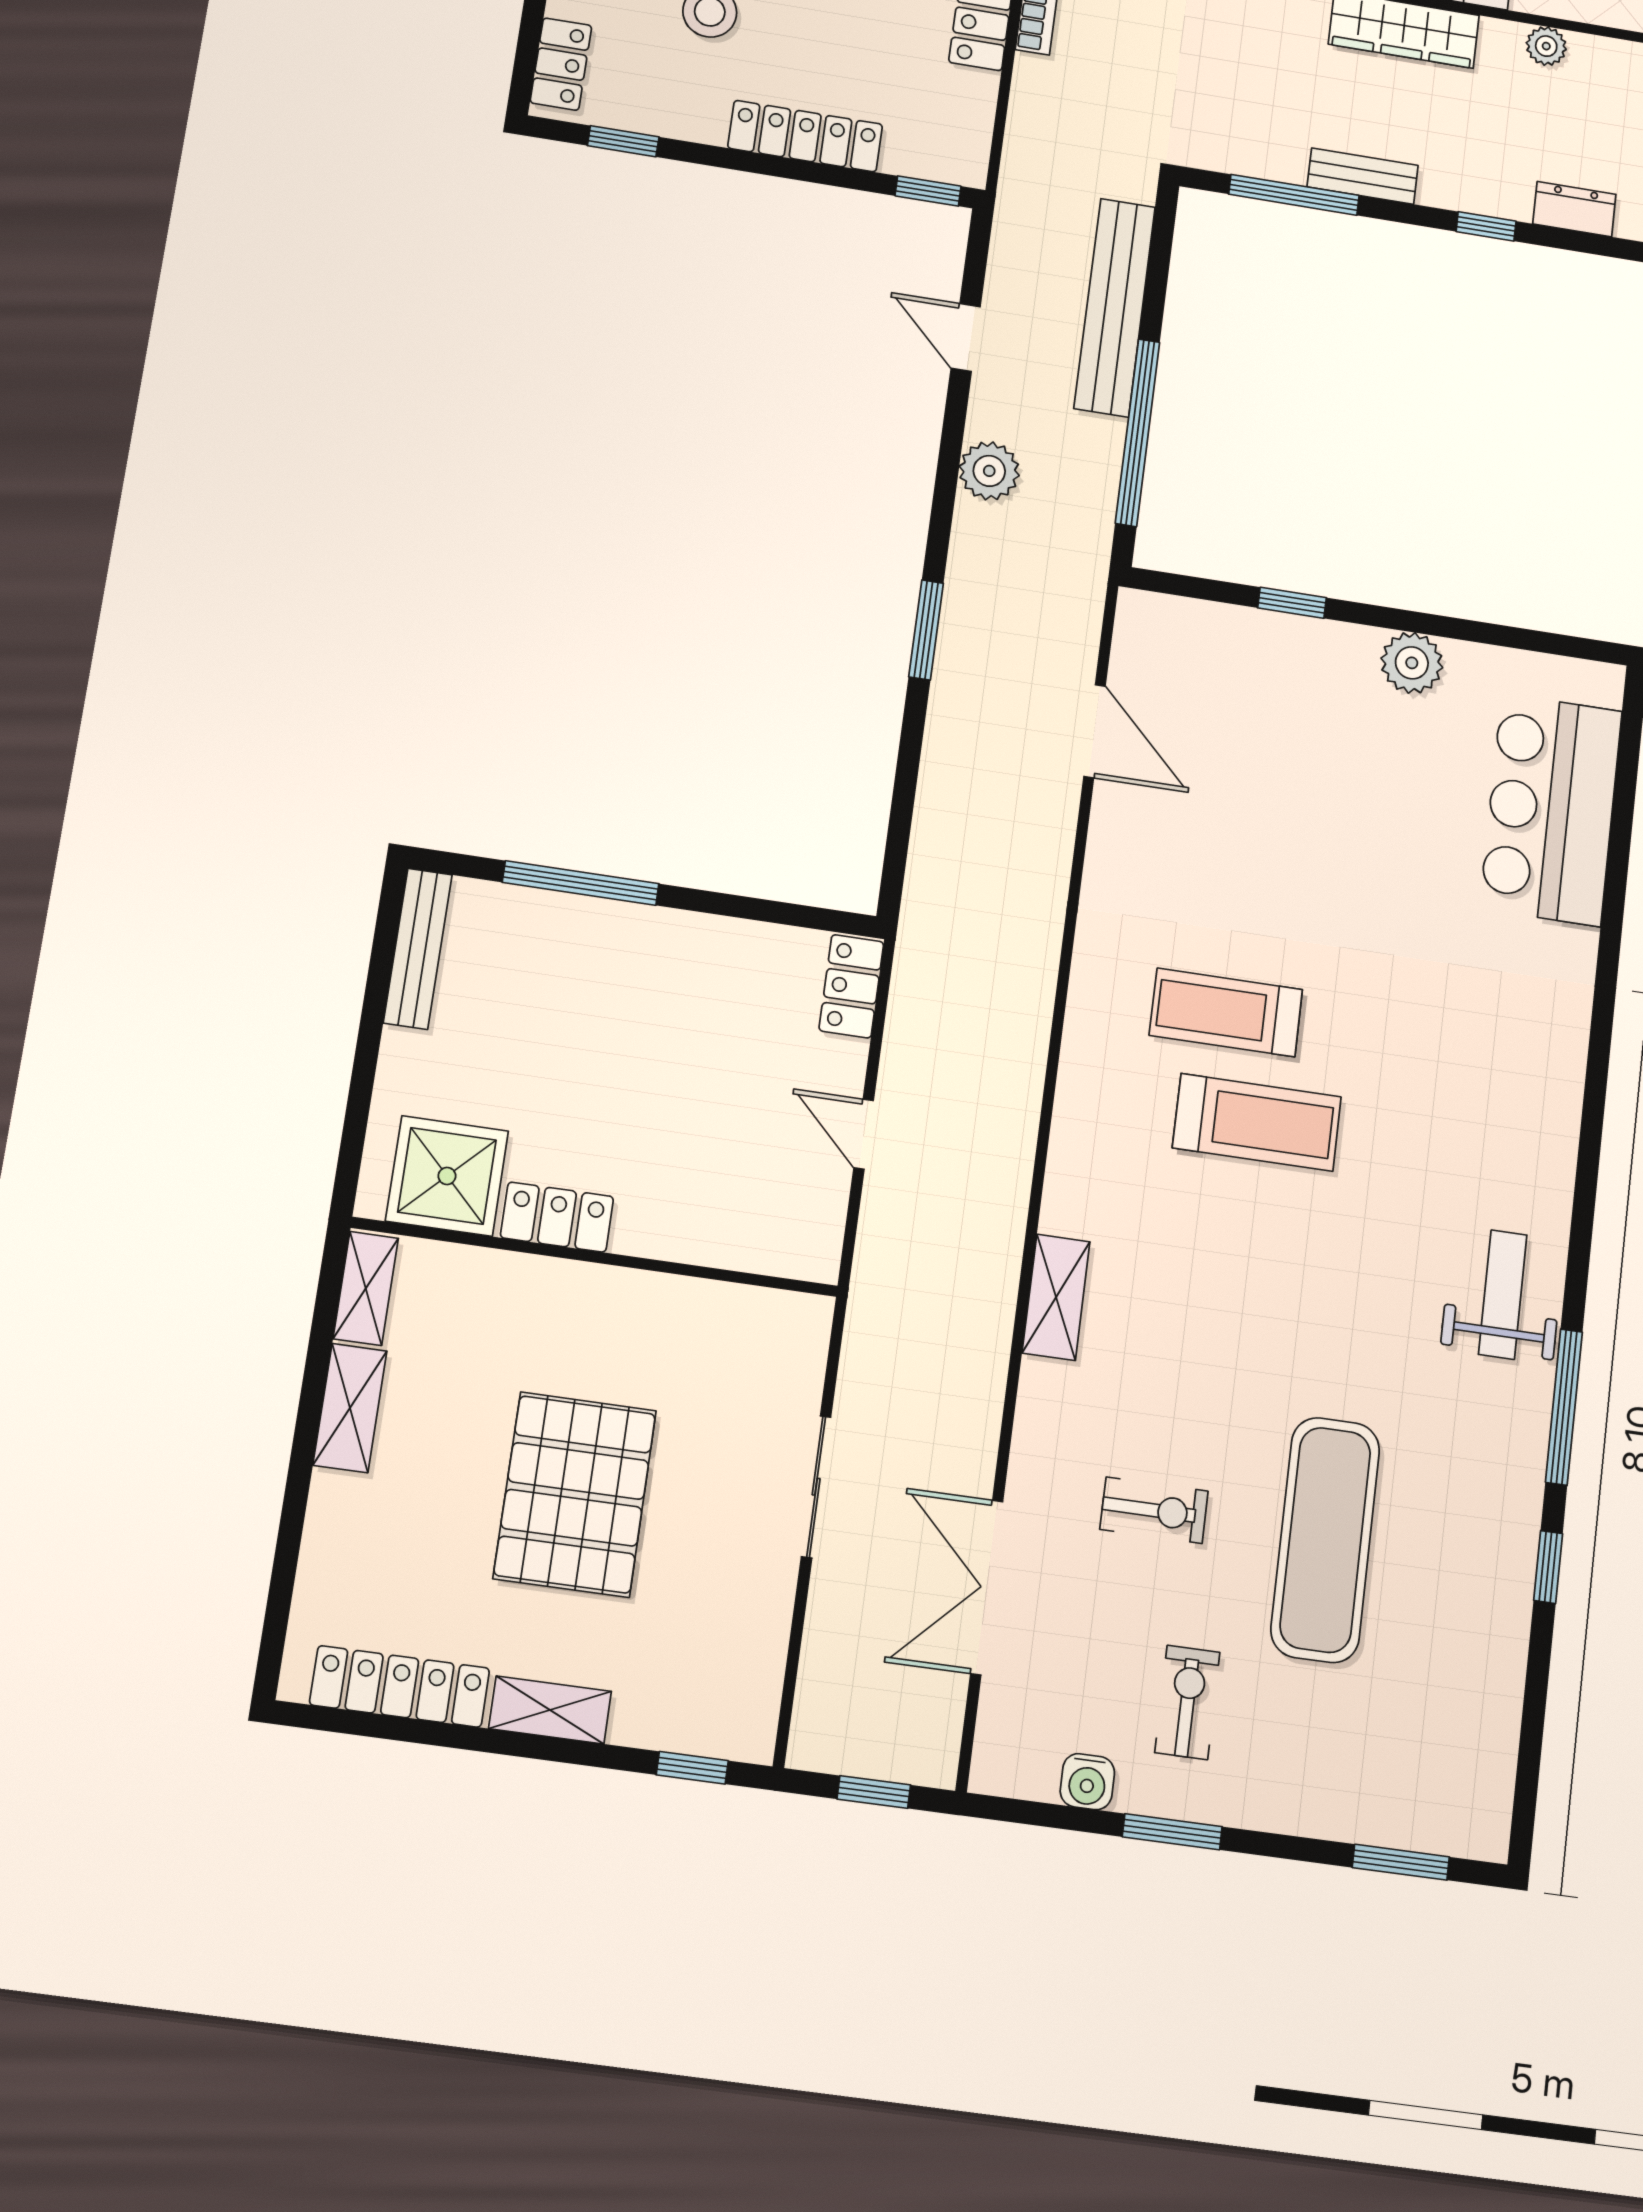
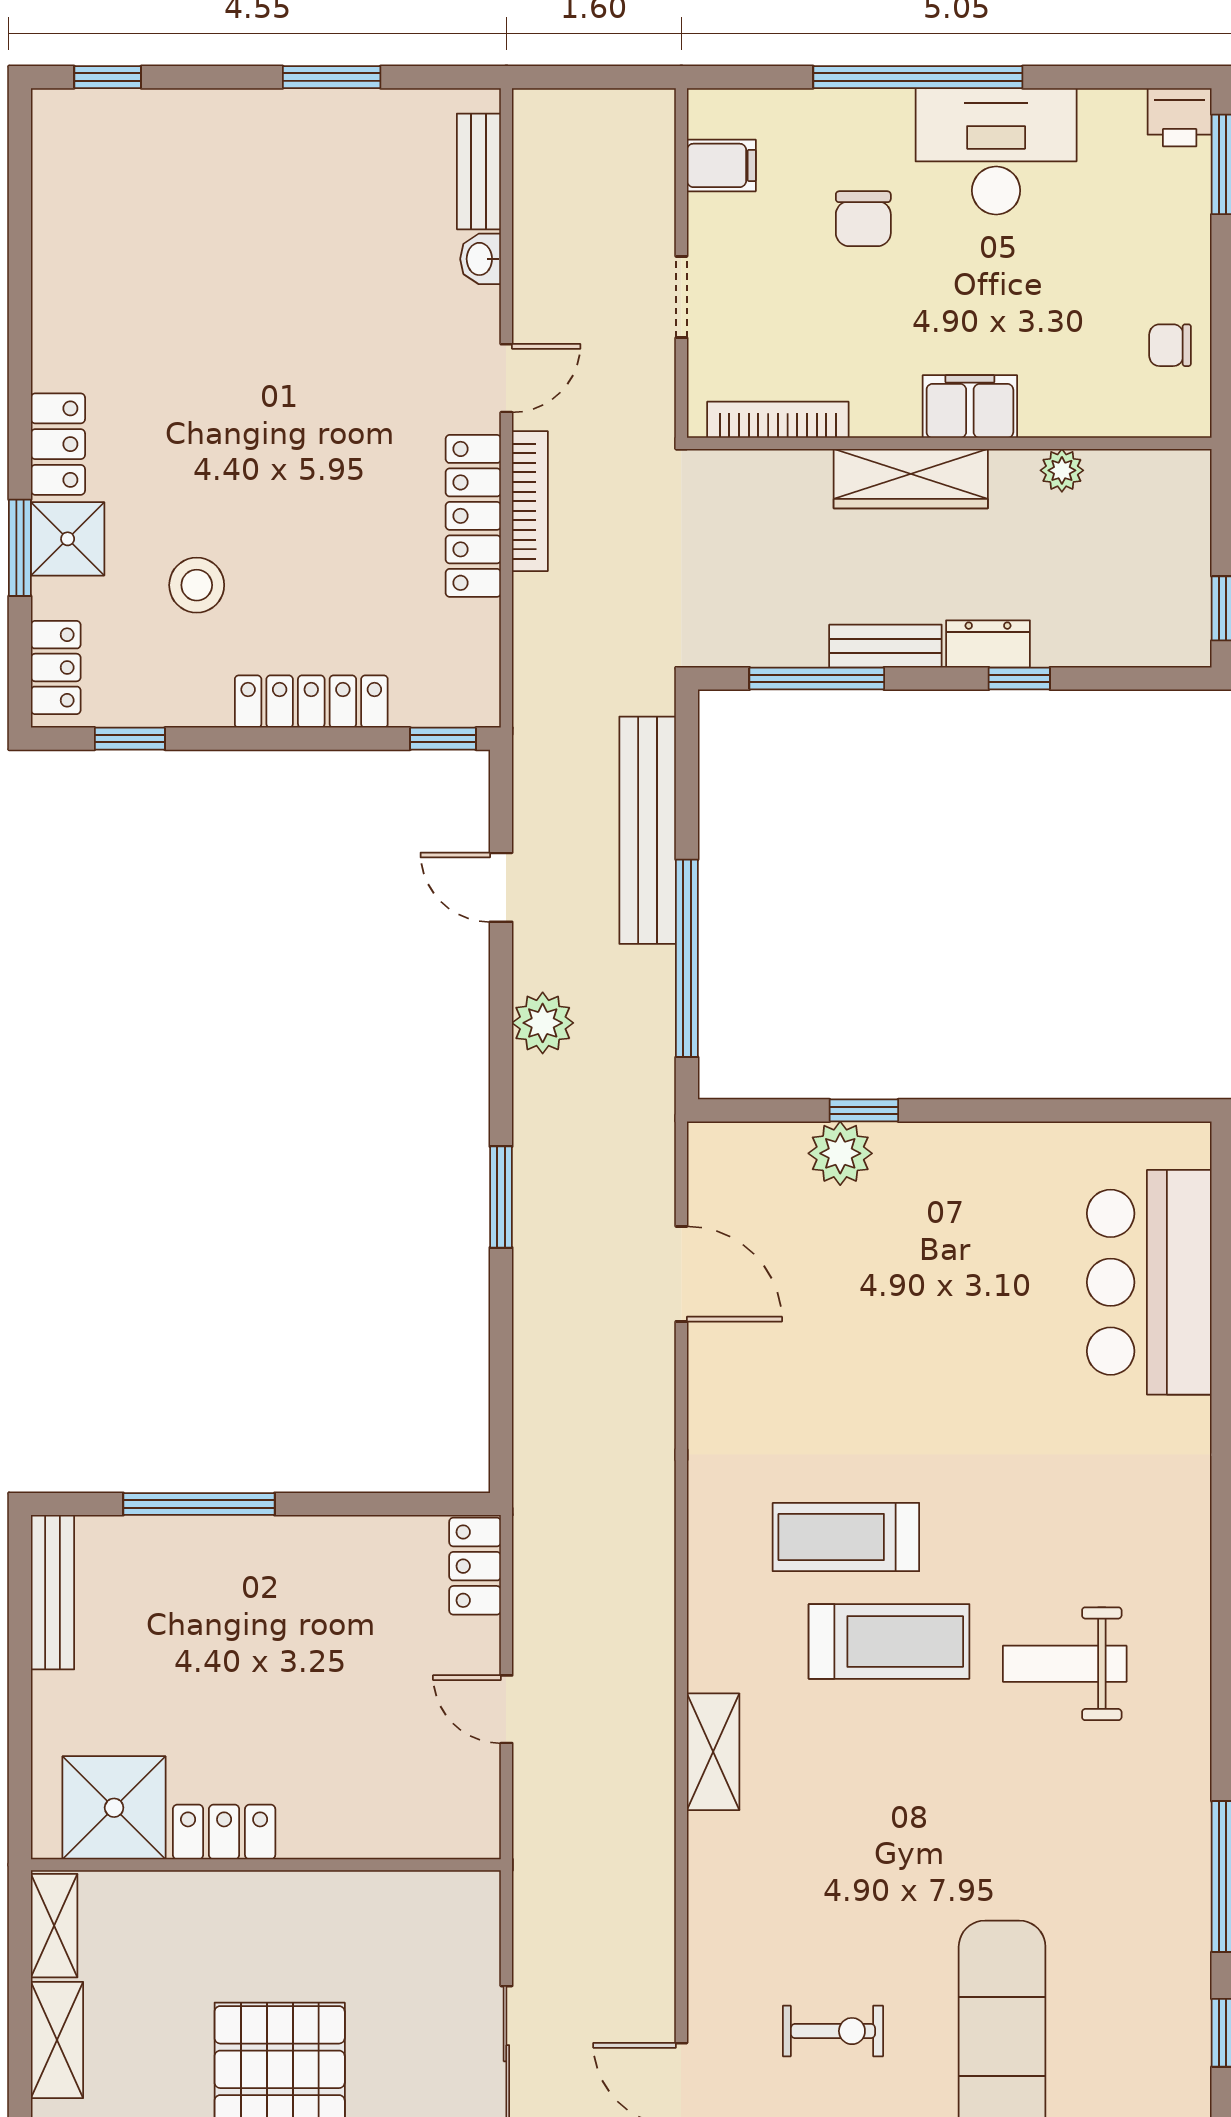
dresser: (1574, 209) -> (988, 644), moved
plant: (1412, 663) -> (840, 1153), moved
weight bench: (1503, 1295) -> (1065, 1664), moved, turned -90
shelving: (1056, 1297) -> (713, 1752), moved

